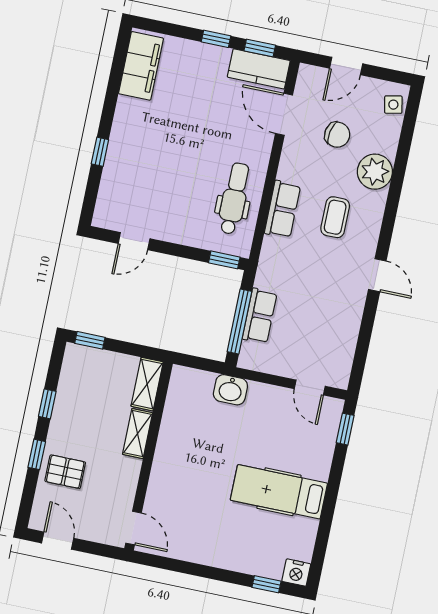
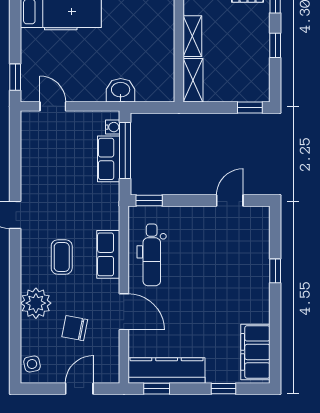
window: (216, 39) -> (223, 389), moved
kitchen counter: (259, 69) -> (167, 370), width x1.50
door: (284, 114) -> (124, 312), moved
water cooler: (248, 351) -> (113, 127), added

